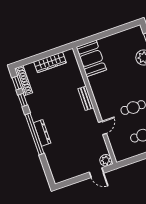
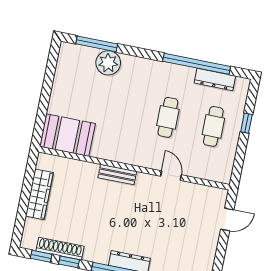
shoe rack: (24, 81) -> (60, 249), moved
plant: (106, 160) -> (218, 197), removed

